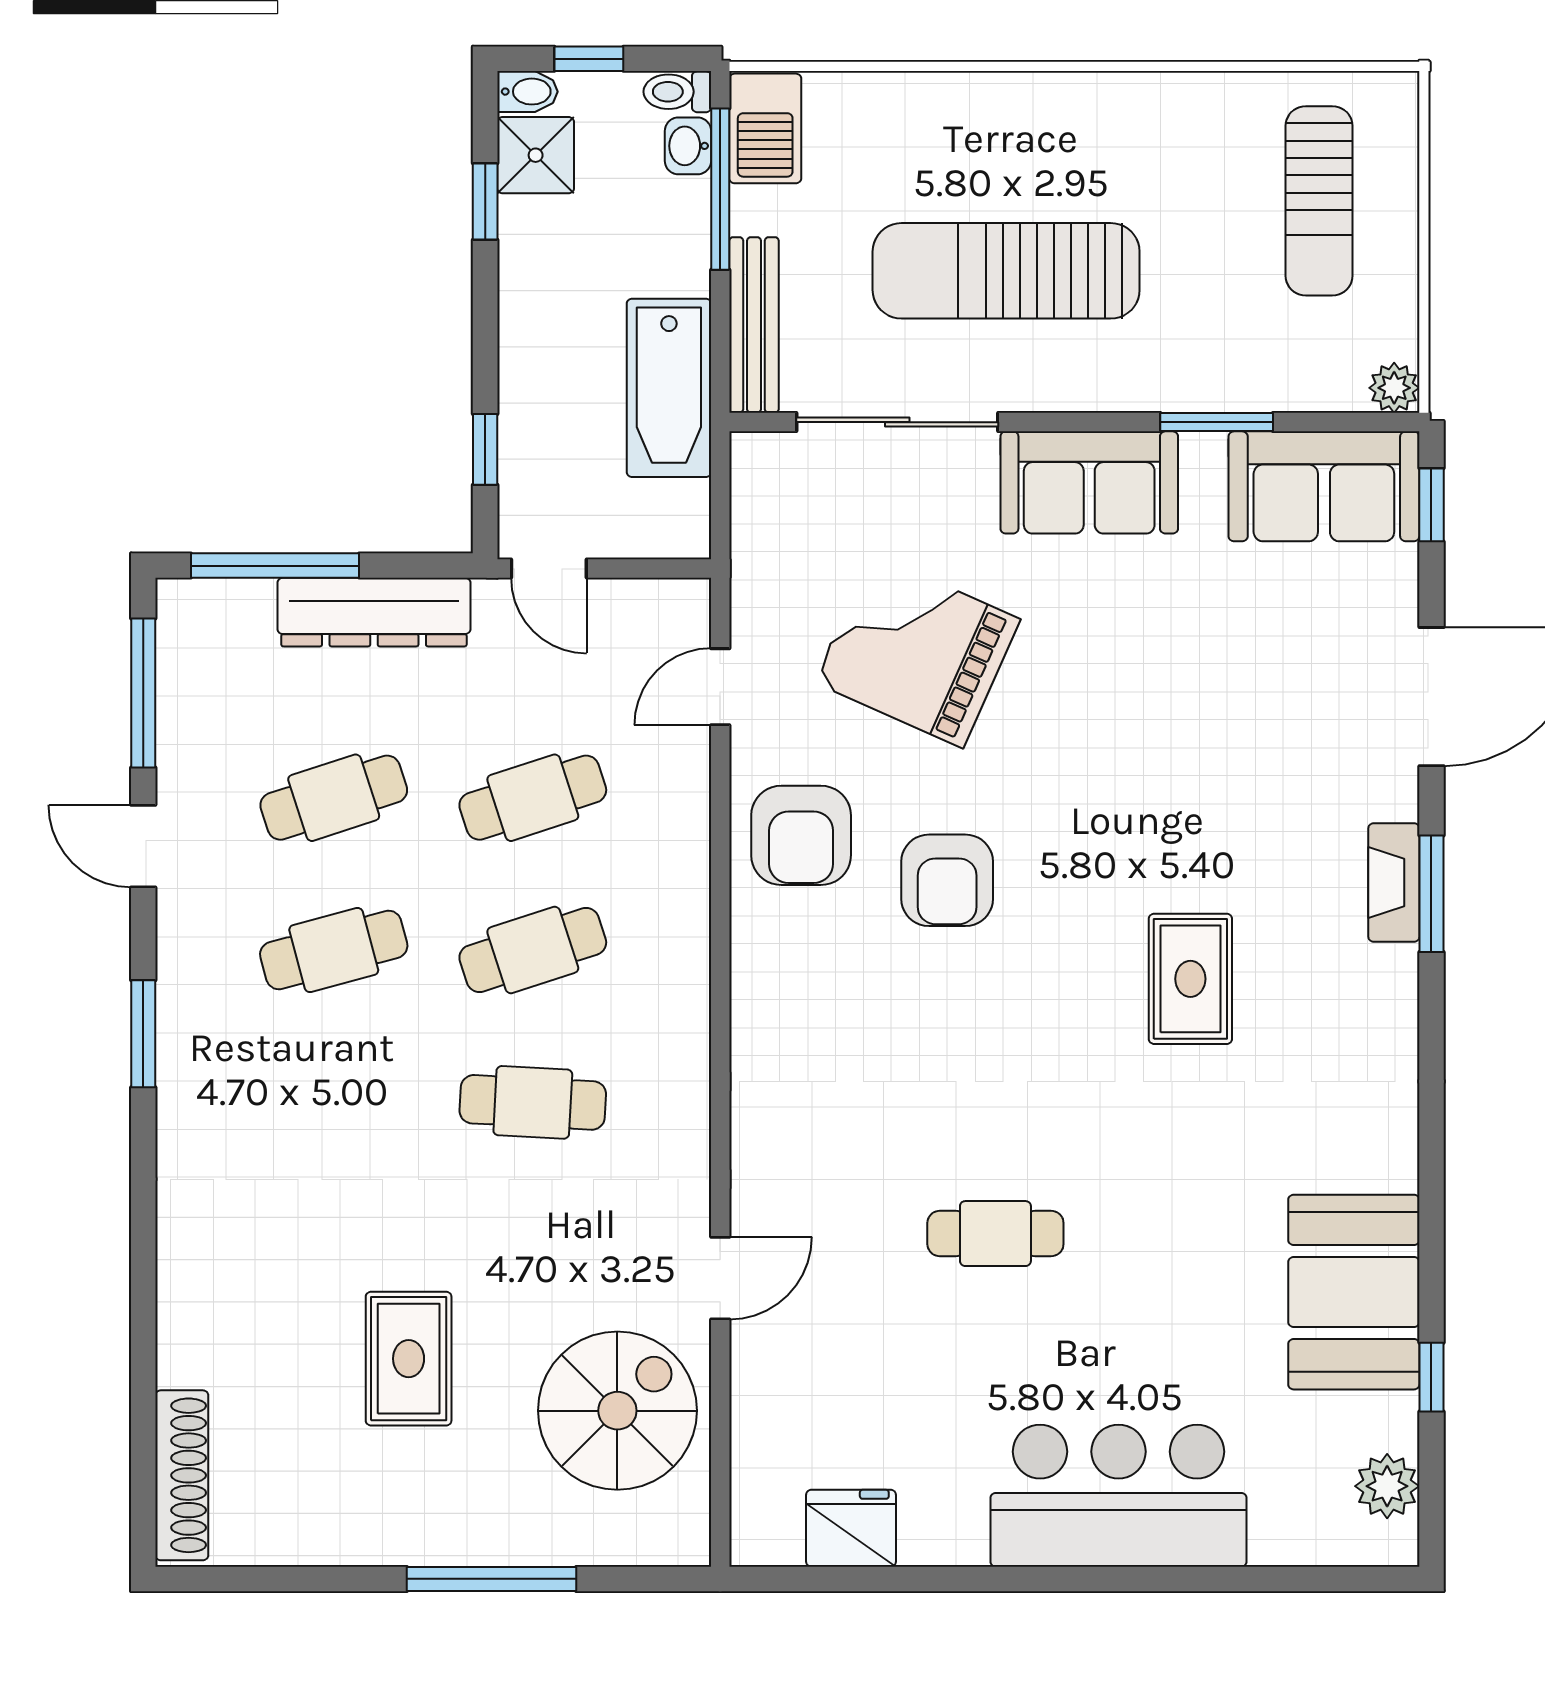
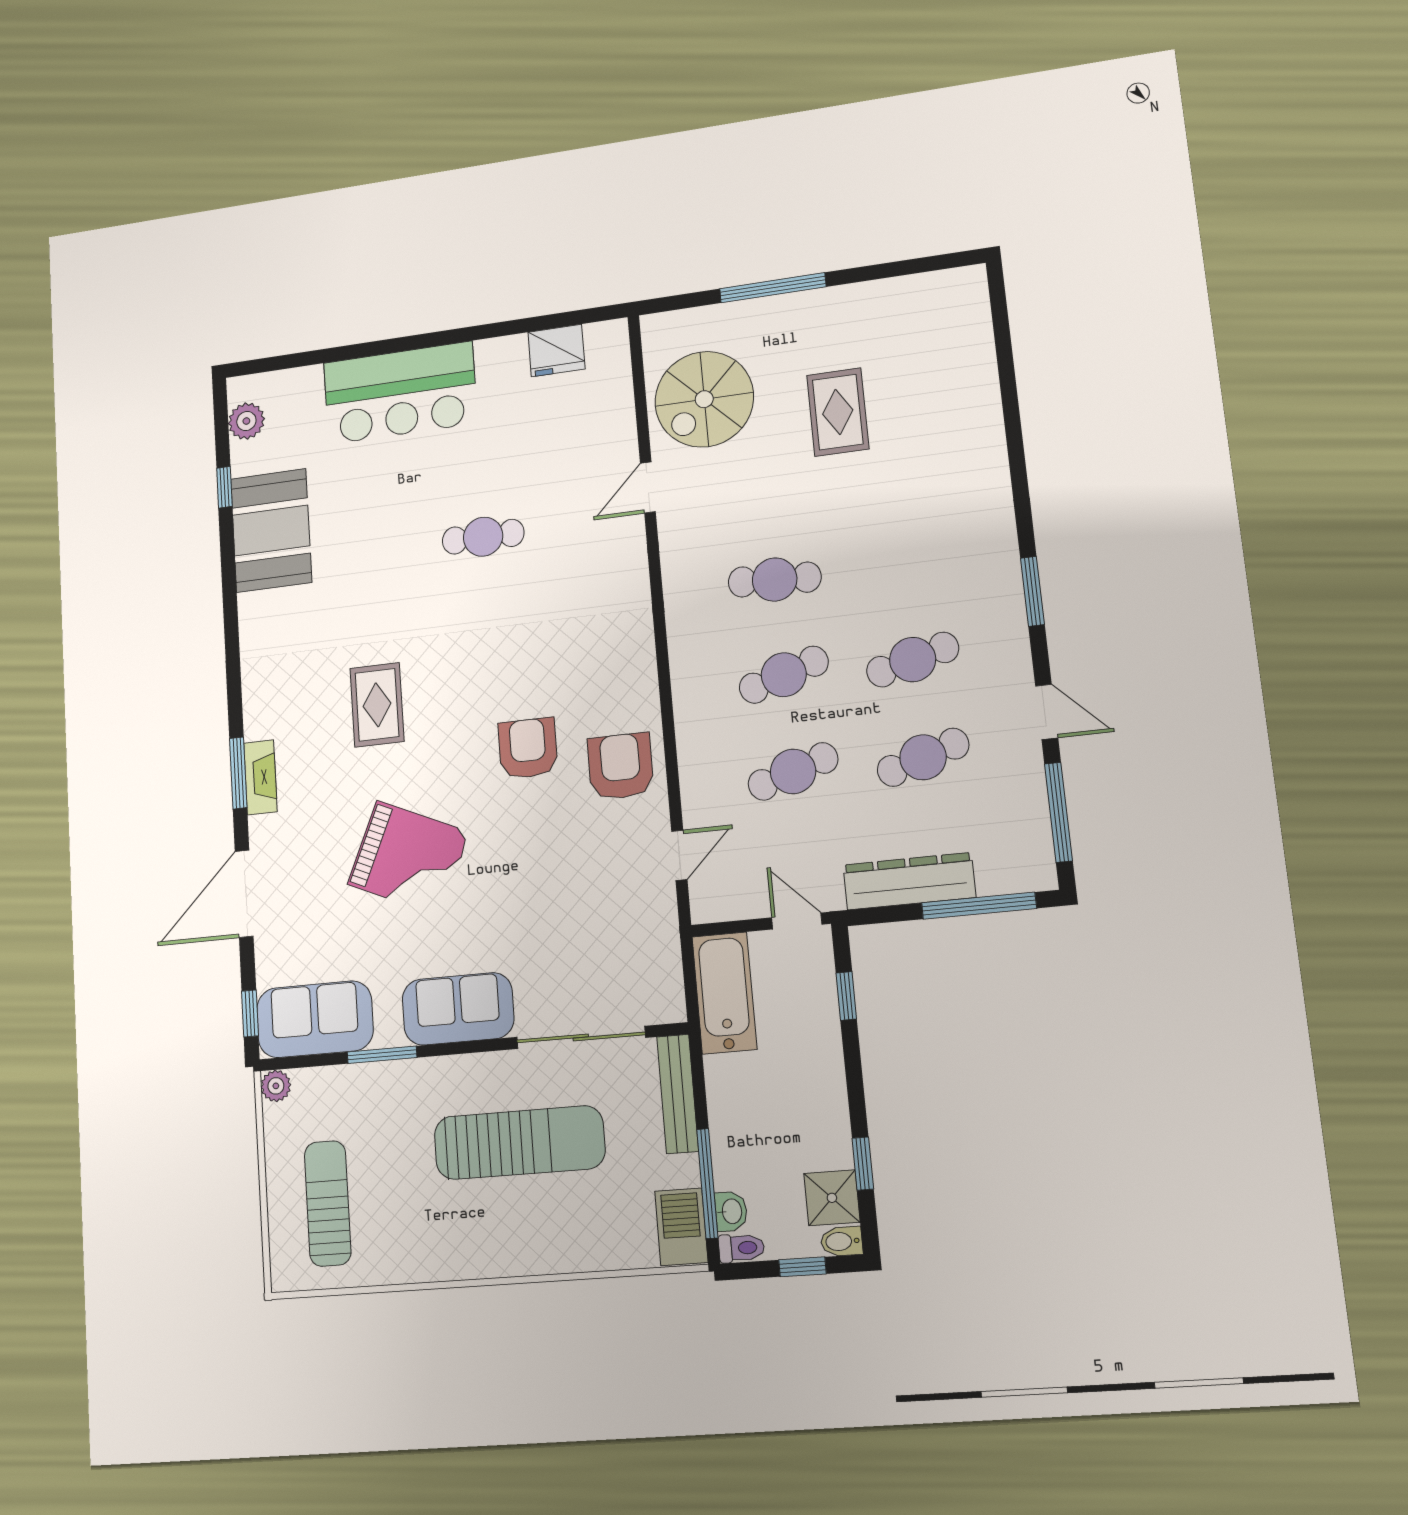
bathtub: (669, 388) -> (724, 993), moved
grand piano: (917, 651) -> (408, 858), moved
shoe rack: (182, 1475) -> (975, 320), removed

